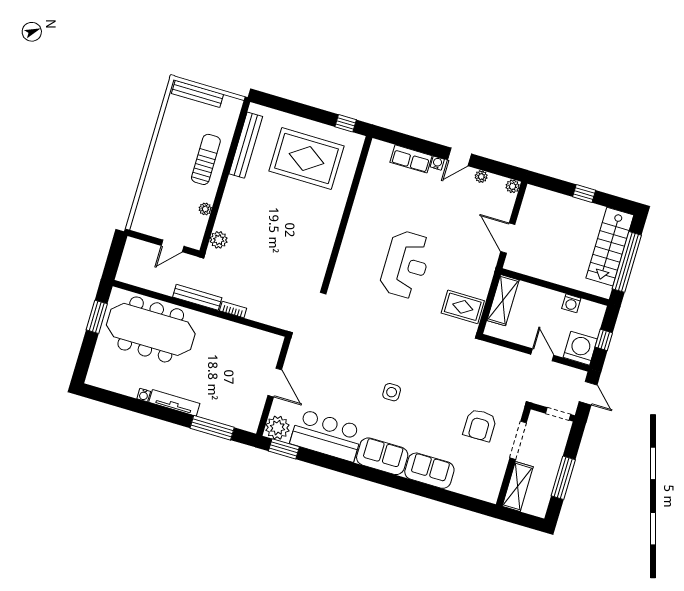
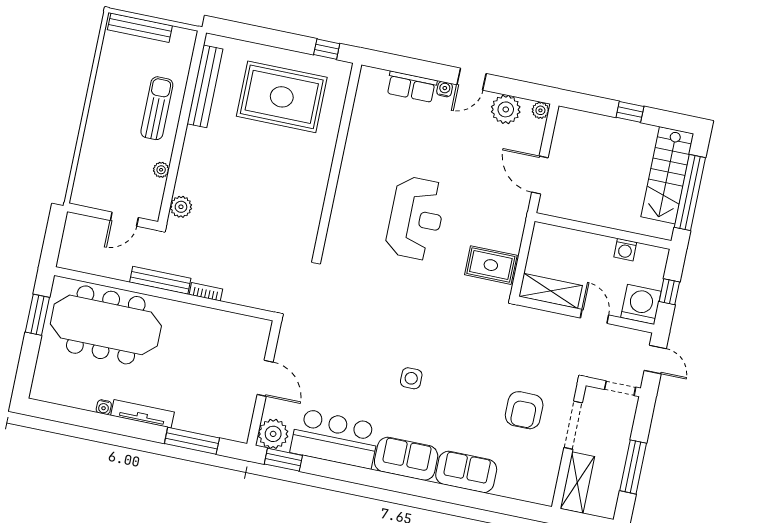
plant: (481, 177) -> (506, 109), width x1.88, depth x1.88
shelving: (503, 300) -> (551, 291), moved, turned 90

